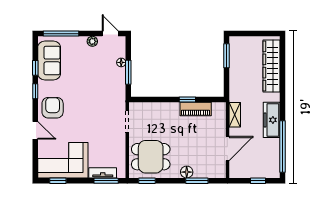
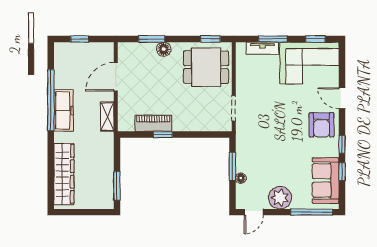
door: (110, 34) -> (254, 212), hinge flipped
plant: (92, 41) -> (280, 198), width x1.87, depth x1.87
window: (283, 147) -> (51, 100), moved
window: (106, 181) -> (273, 39), moved

